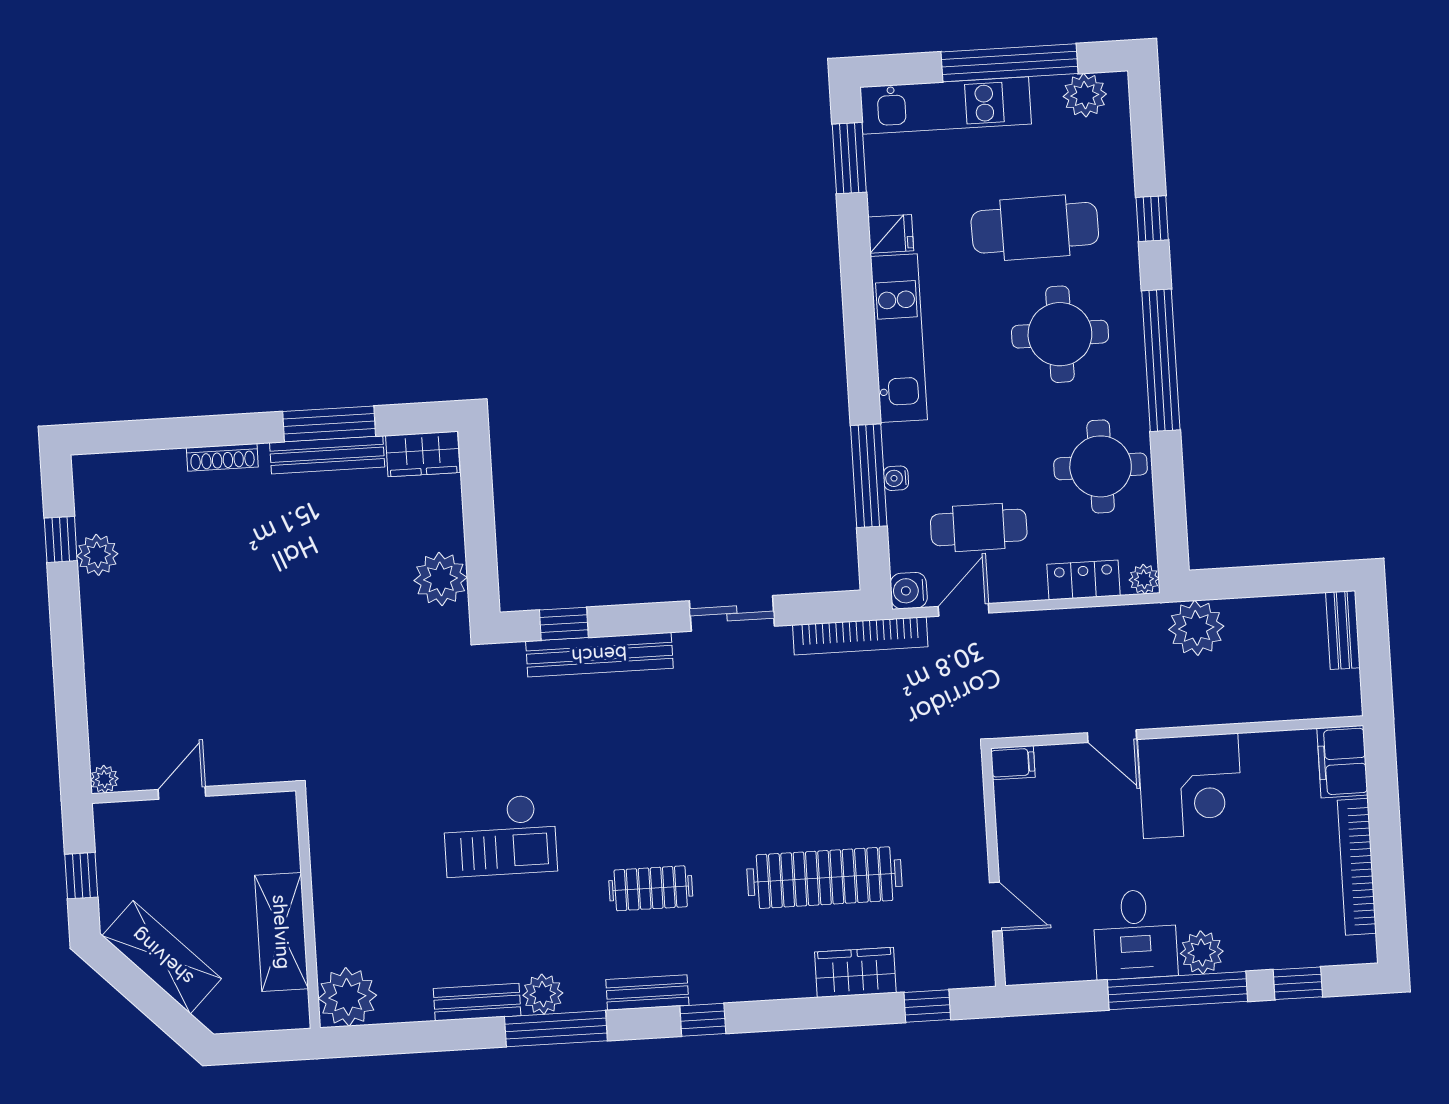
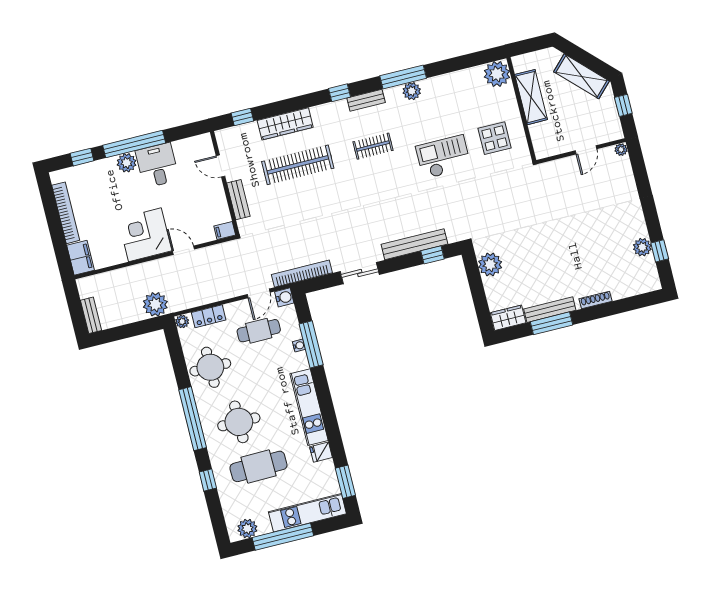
display table: (379, 856) -> (495, 138), added
wardrobe: (855, 972) -> (285, 124), width x1.50
bench: (477, 1002) -> (238, 200), moved, turned 90

